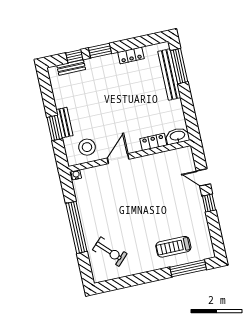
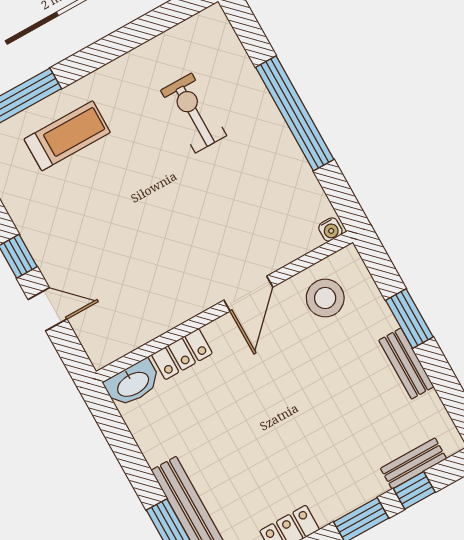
bench: (64, 123) -> (406, 364), moved
exercise bike: (110, 252) -> (194, 113), moved, turned 45

